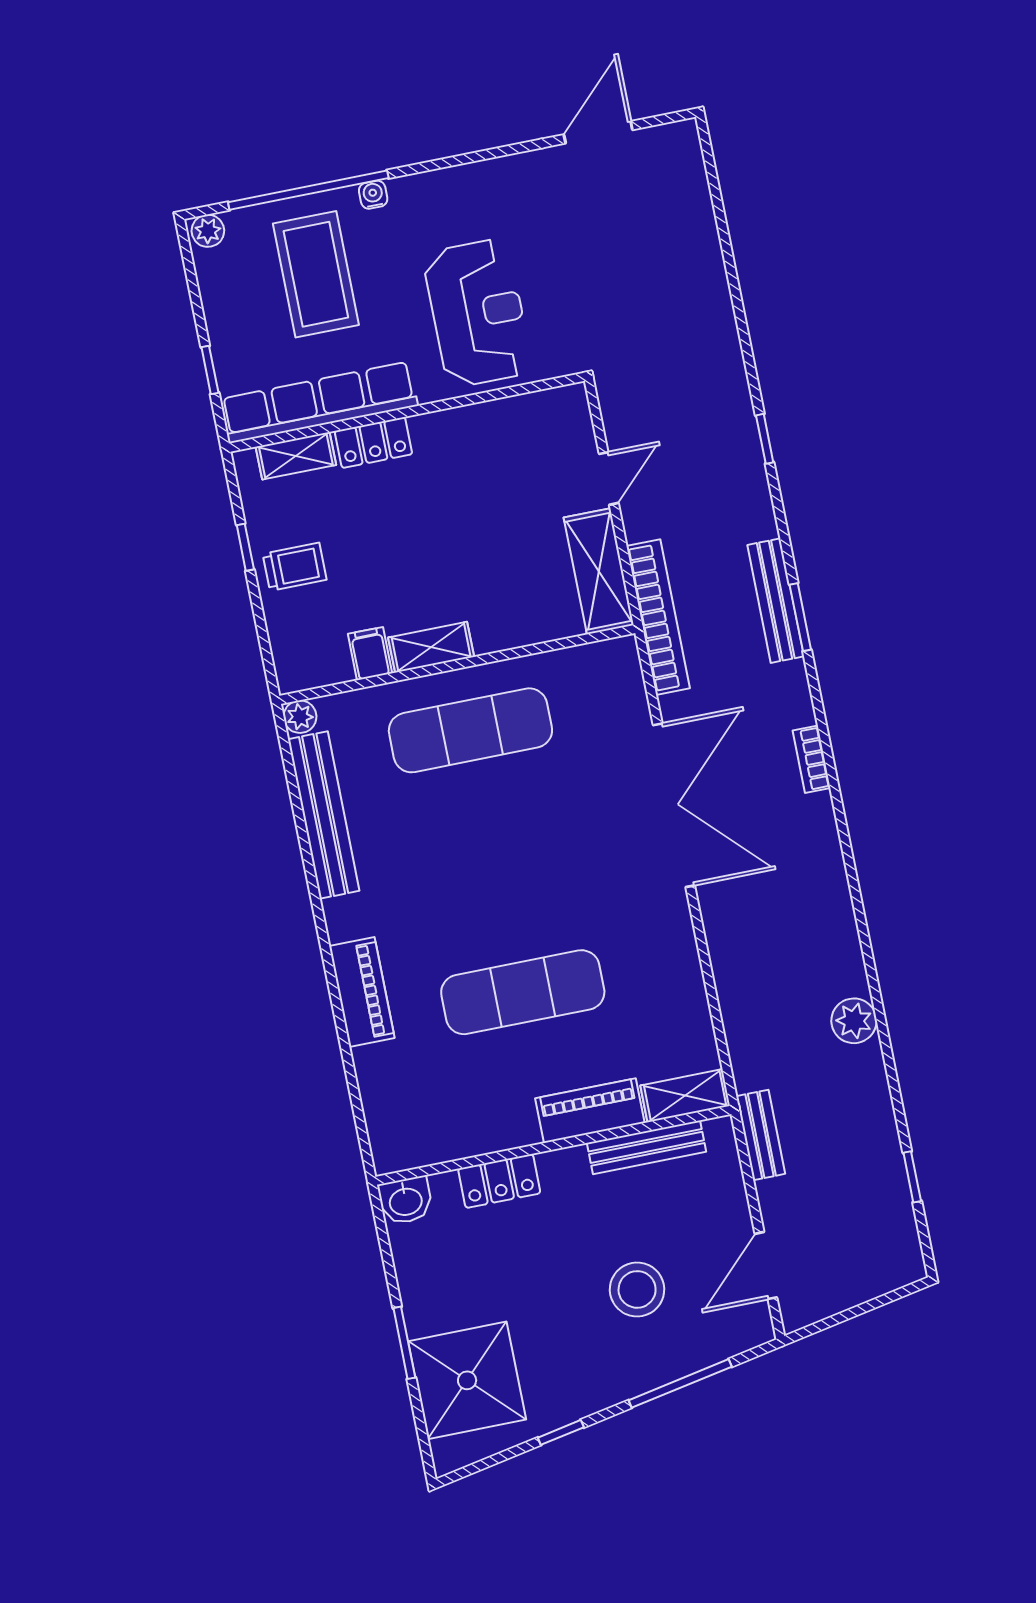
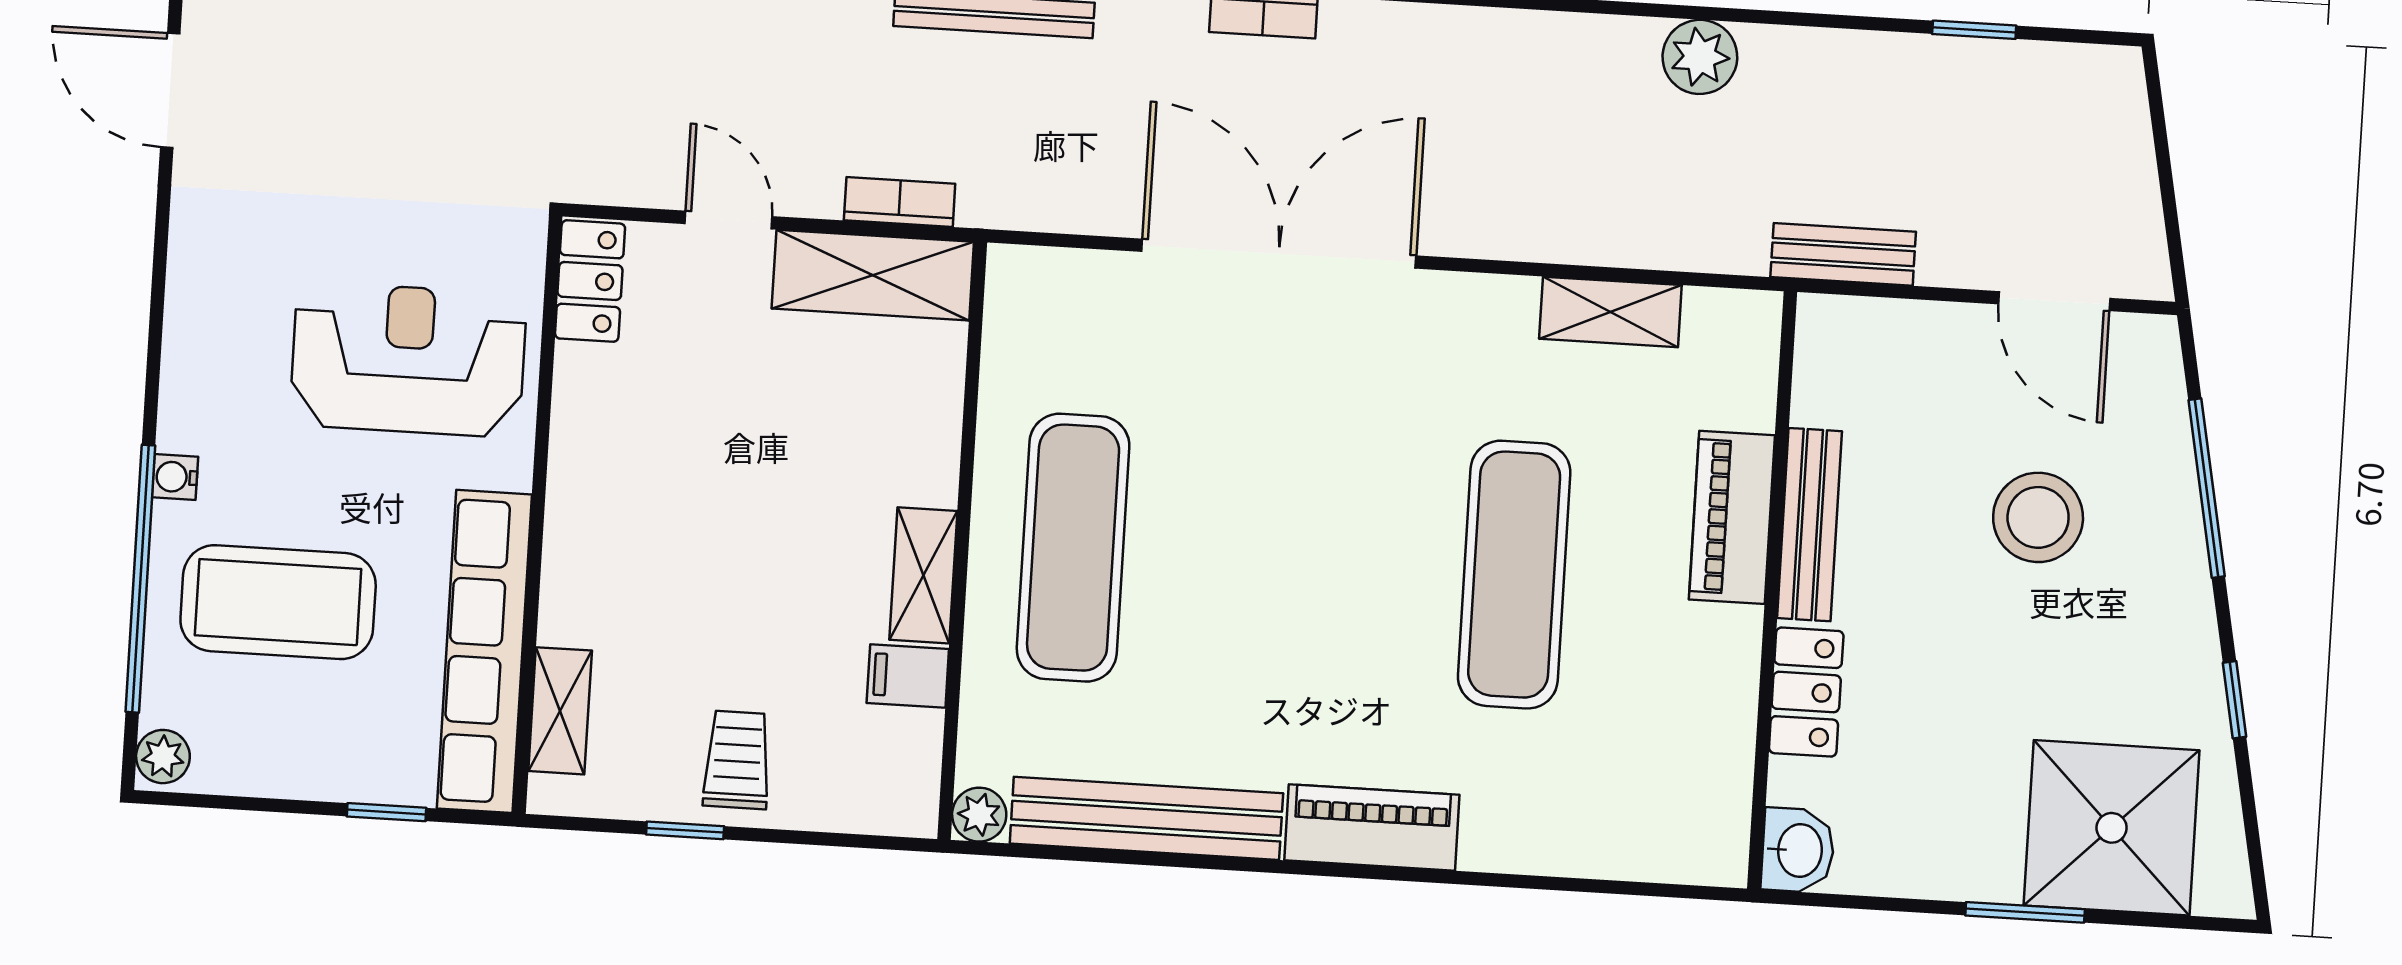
locker: (373, 443) -> (590, 281), moved
bookcase: (658, 617) -> (900, 202), width x0.43, depth x0.76
piano: (362, 992) -> (1372, 827), moved
shelving: (685, 1096) -> (1610, 312), moved, turned 90
bench: (646, 1147) -> (1810, 525), moved

